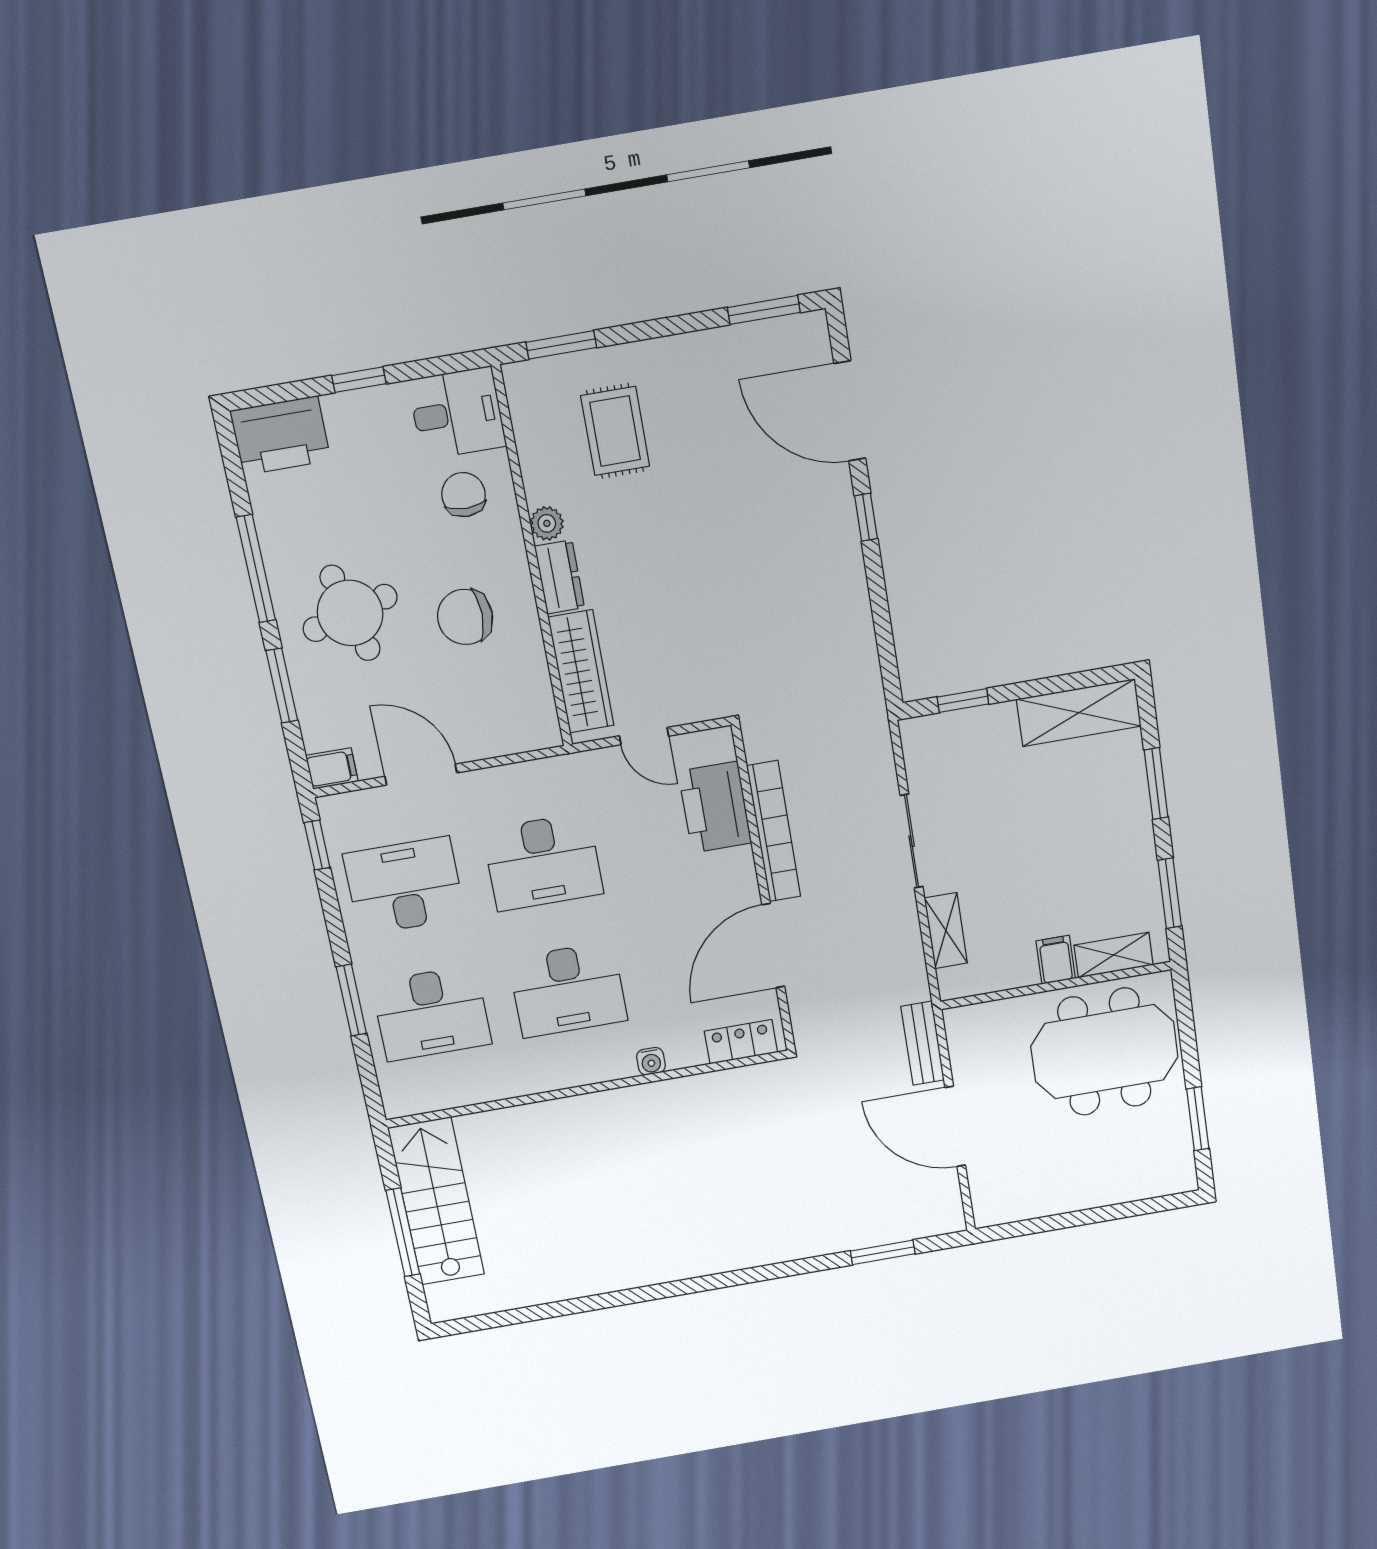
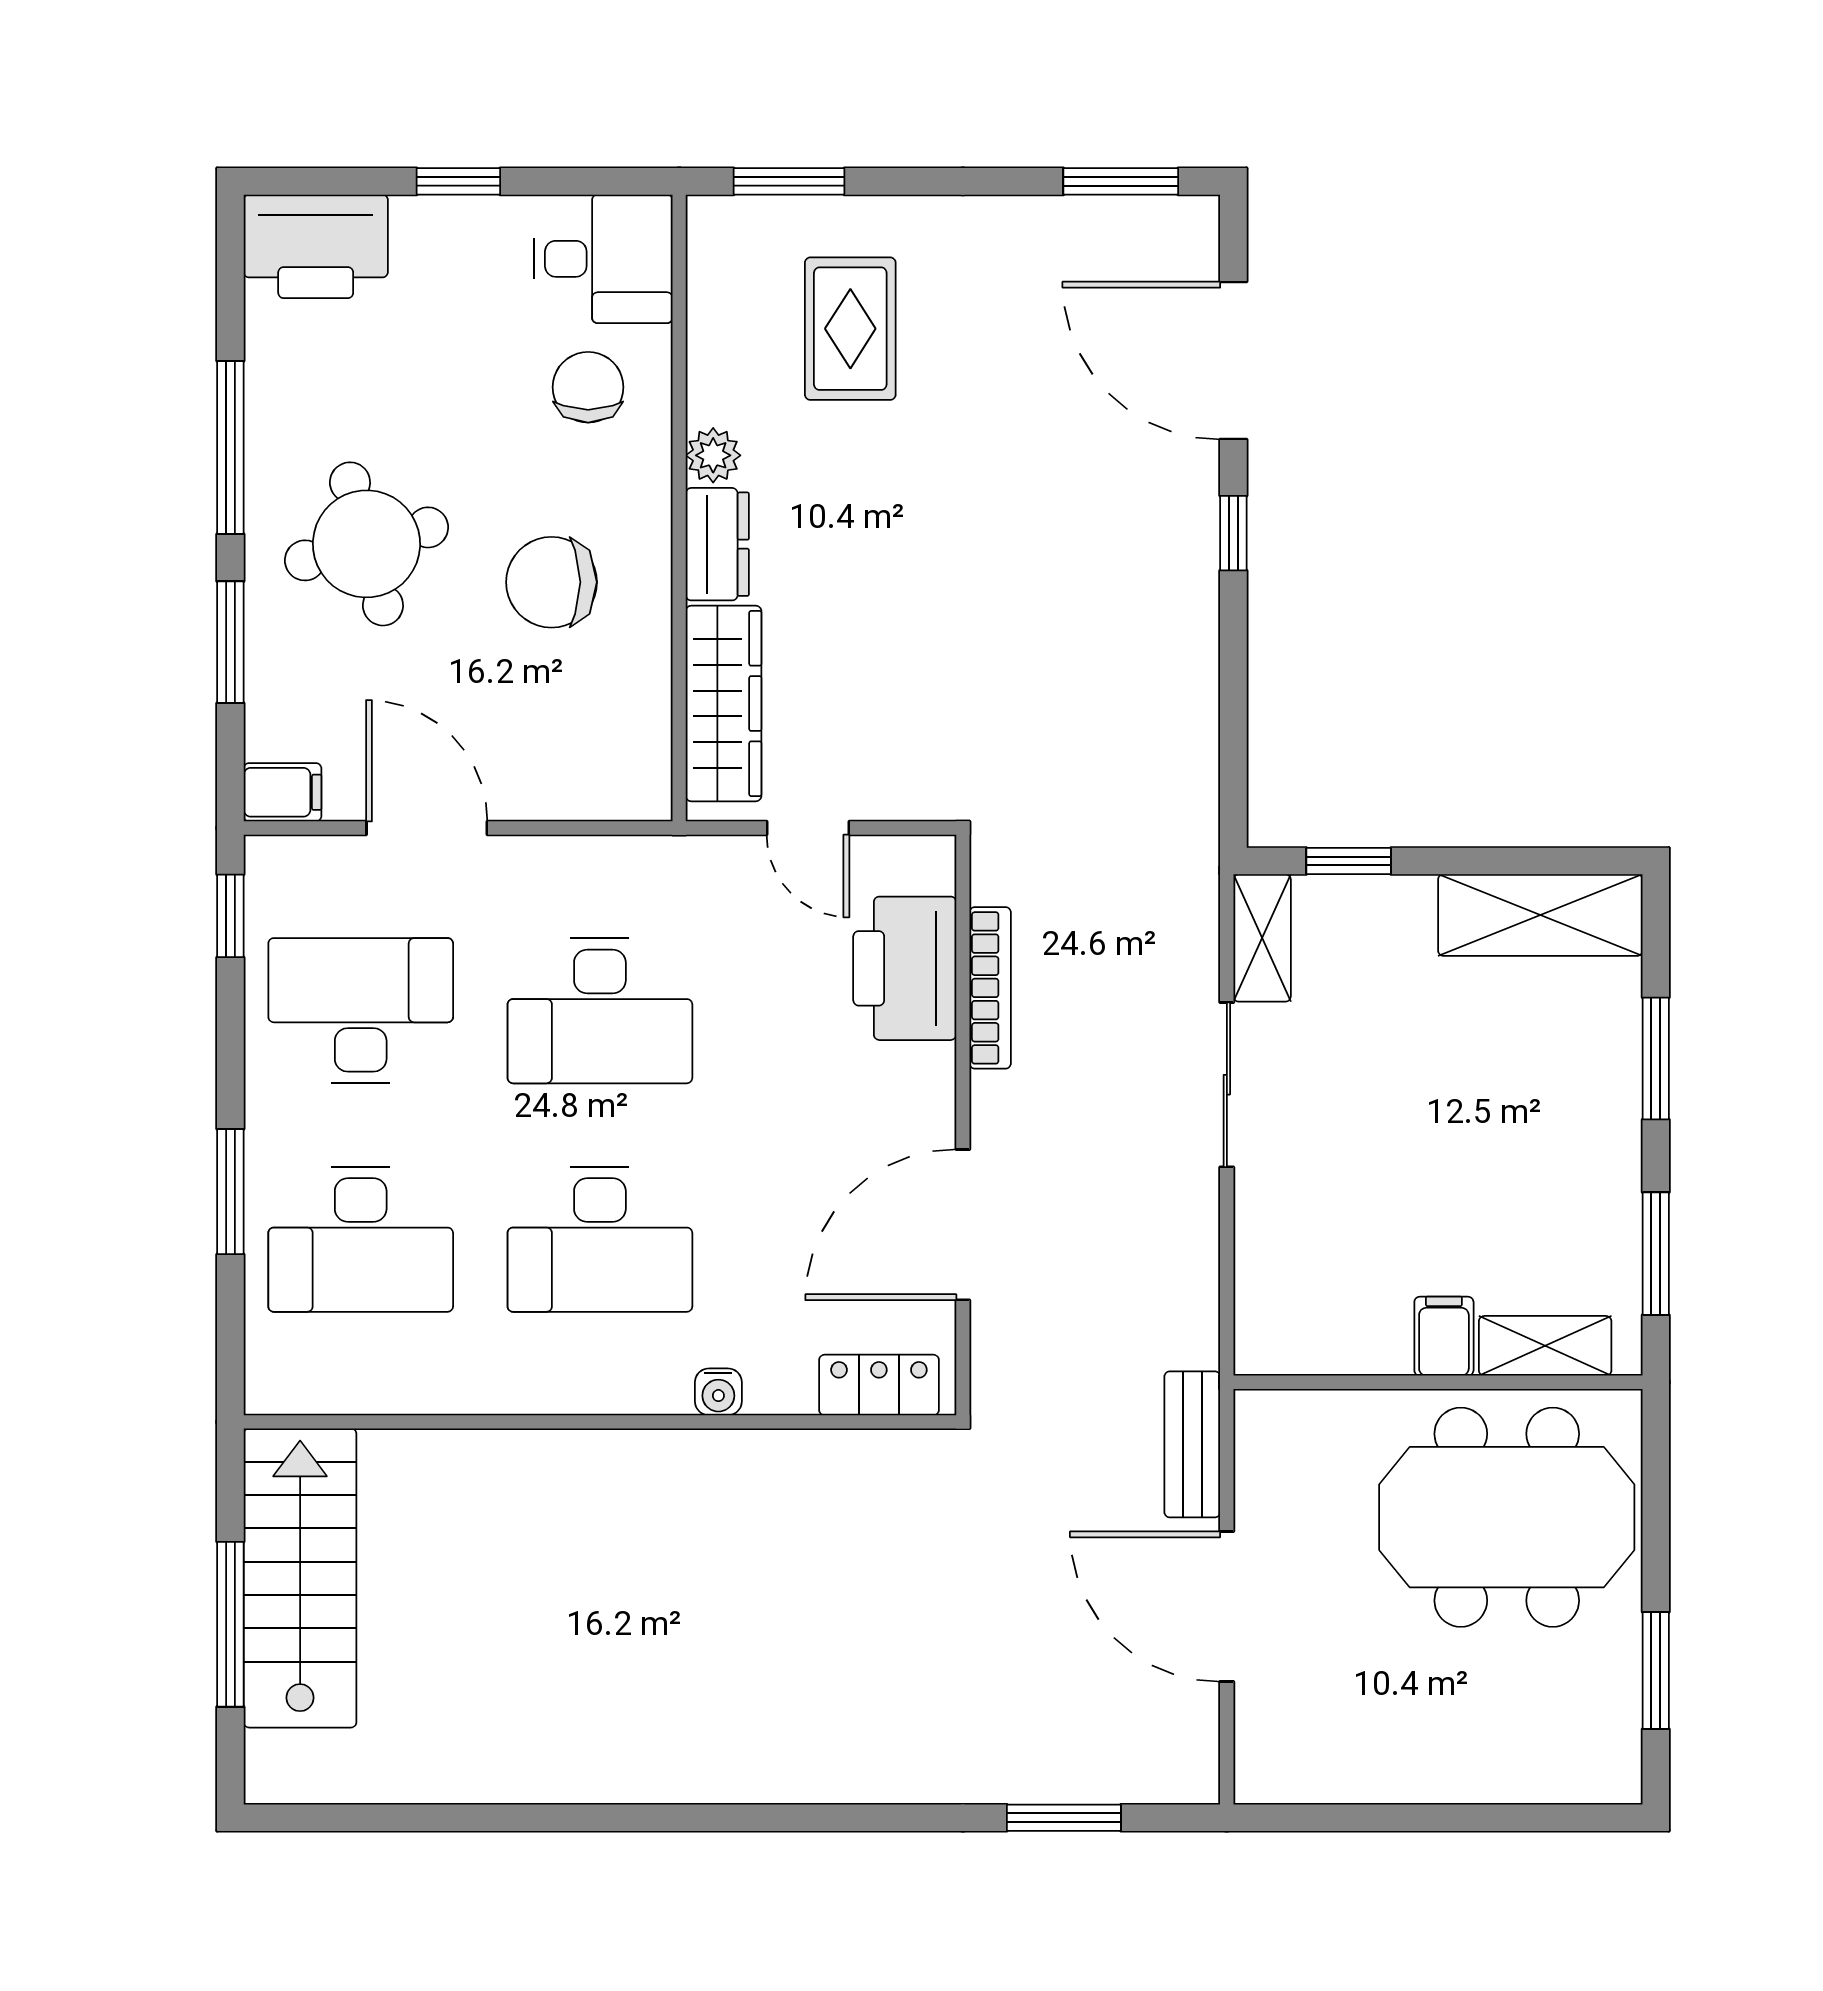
bookcase: (774, 831) -> (990, 988), width x0.68, depth x0.76
shelving: (946, 931) -> (1262, 938), moved

